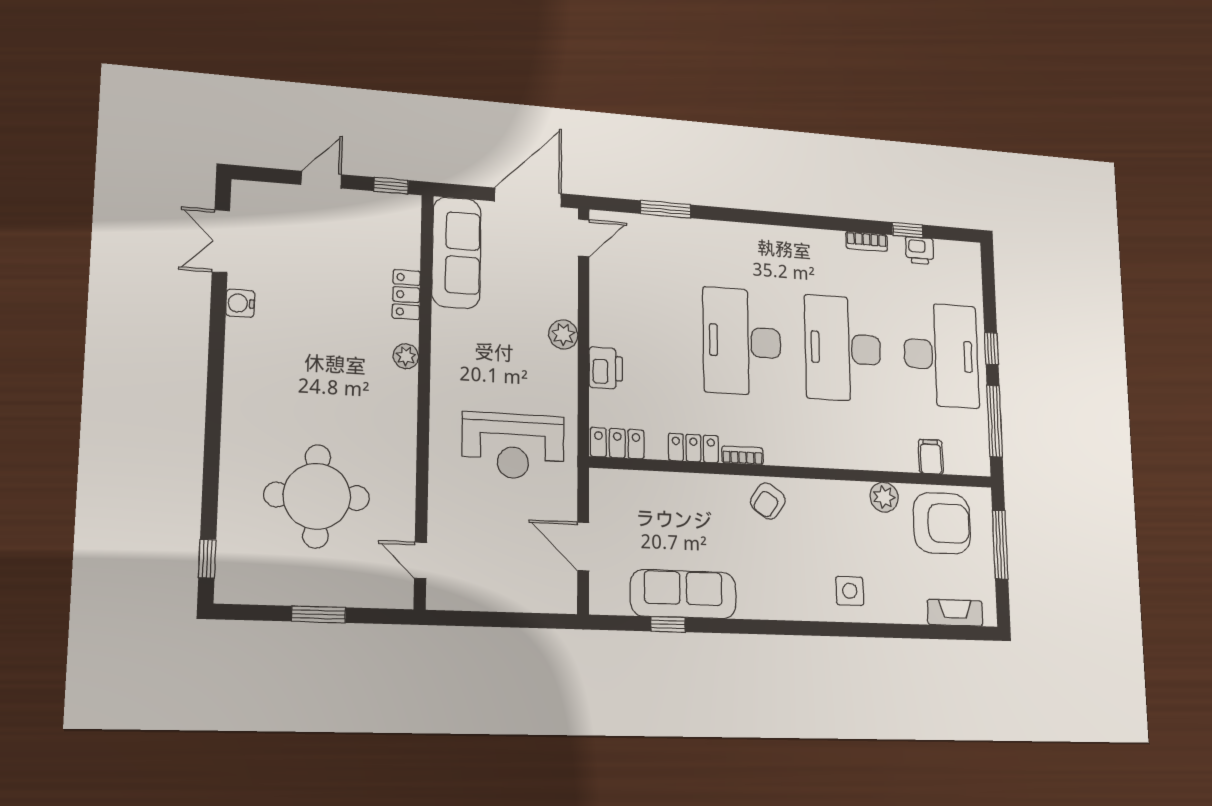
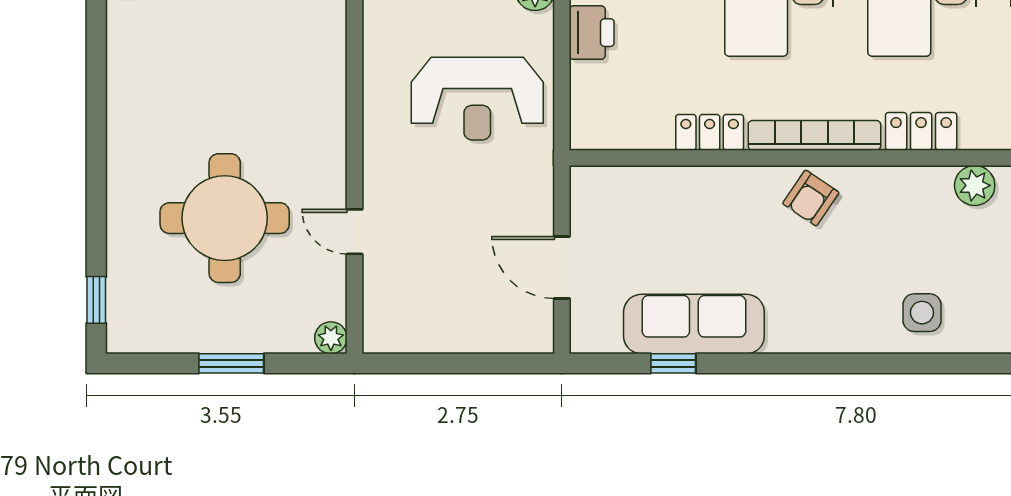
plant: (406, 356) -> (331, 338), moved
locker: (617, 443) -> (921, 131), moved
reception desk: (513, 446) -> (477, 99), moved
bookcase: (743, 455) -> (814, 135), width x2.31, depth x1.31
door: (420, 560) -> (355, 232), moved

